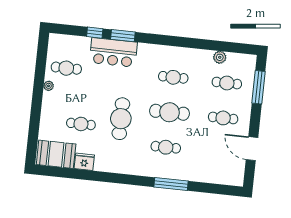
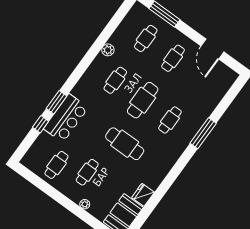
plant: (220, 57) -> (108, 50), moved
plant: (49, 86) -> (85, 204), moved
cafe table: (81, 124) -> (87, 172), moved
door: (252, 149) -> (212, 49), hinge flipped

